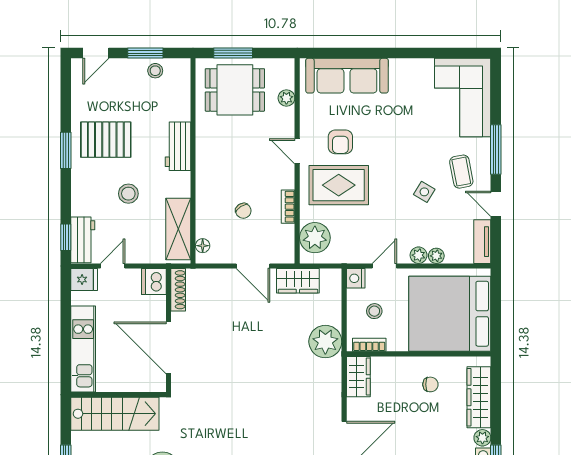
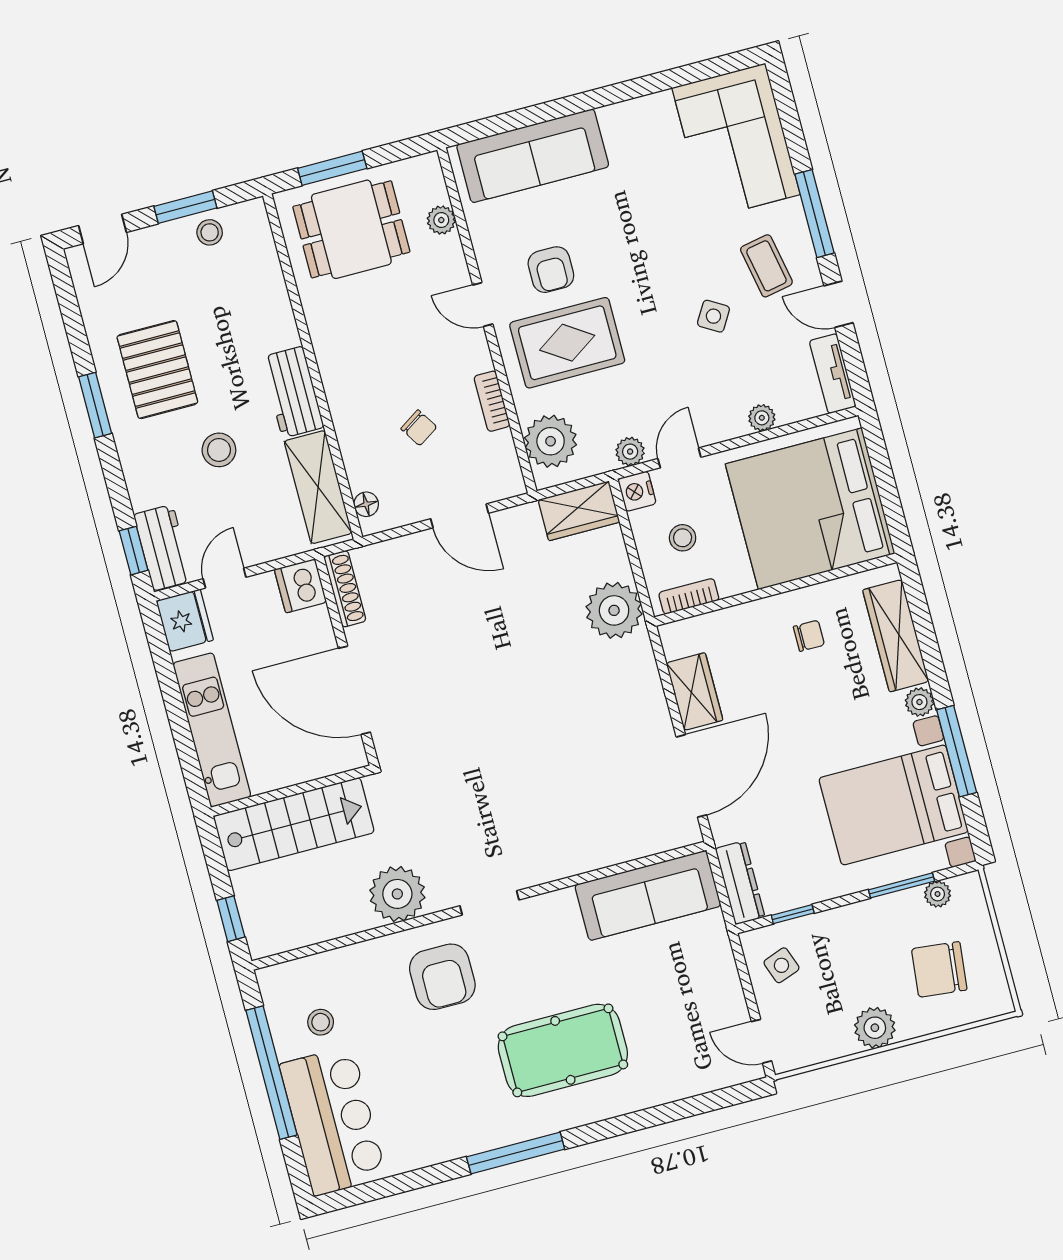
pallet: (106, 140) -> (157, 370), turned 90
workbench: (178, 146) -> (293, 392), moved
plant: (419, 255) -> (630, 452), moved
fridge: (84, 280) -> (185, 620), width x1.38
wardrobe: (298, 281) -> (579, 511), moved
wardrobe: (358, 377) -> (695, 692), moved

